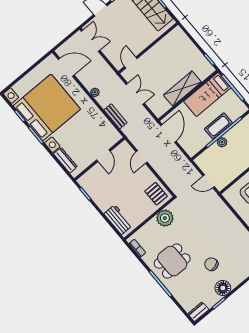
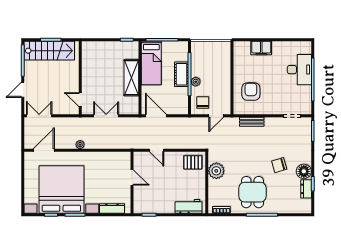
bench: (115, 116) -> (252, 122), moved
chair: (210, 162) -> (203, 102), added
dresser: (198, 312) -> (306, 189), moved

